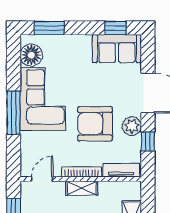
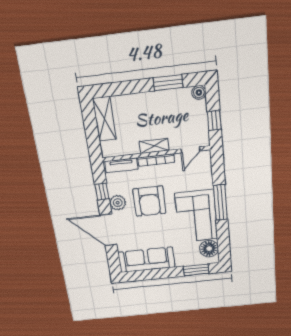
window: (115, 28) -> (143, 275), removed
sofa: (117, 49) -> (146, 260), width x1.36
armchair: (95, 124) -> (149, 201), turned 90

